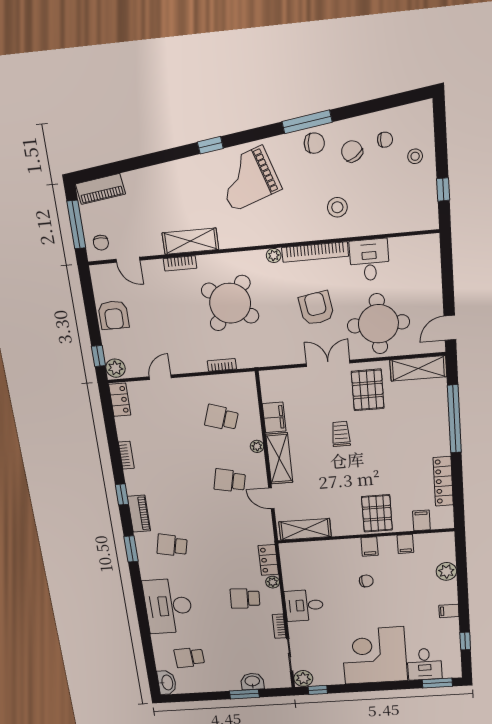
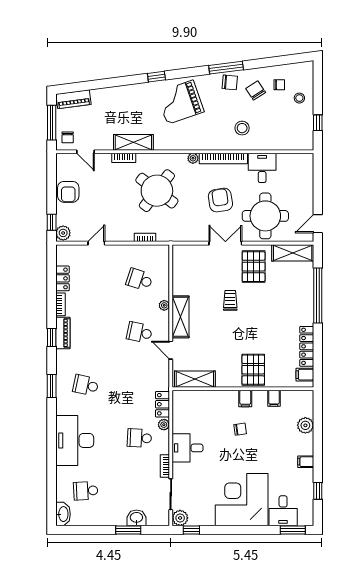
locker: (120, 400) -> (62, 278), moved
filing cabinet: (274, 417) -> (180, 283), removed
piano: (139, 514) -> (63, 333), moved
filing cabinet: (421, 520) -> (305, 375), moved, turned -90

